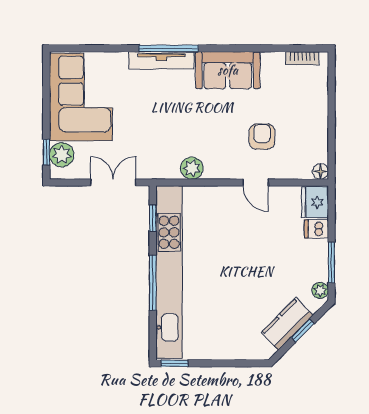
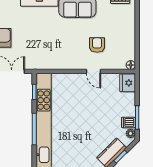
plant: (192, 168) -> (57, 63), removed
dishwasher: (316, 229) -> (128, 122), moved

